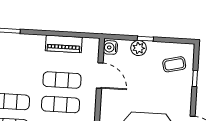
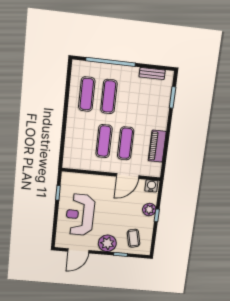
plant: (181, 95) -> (107, 243), added

